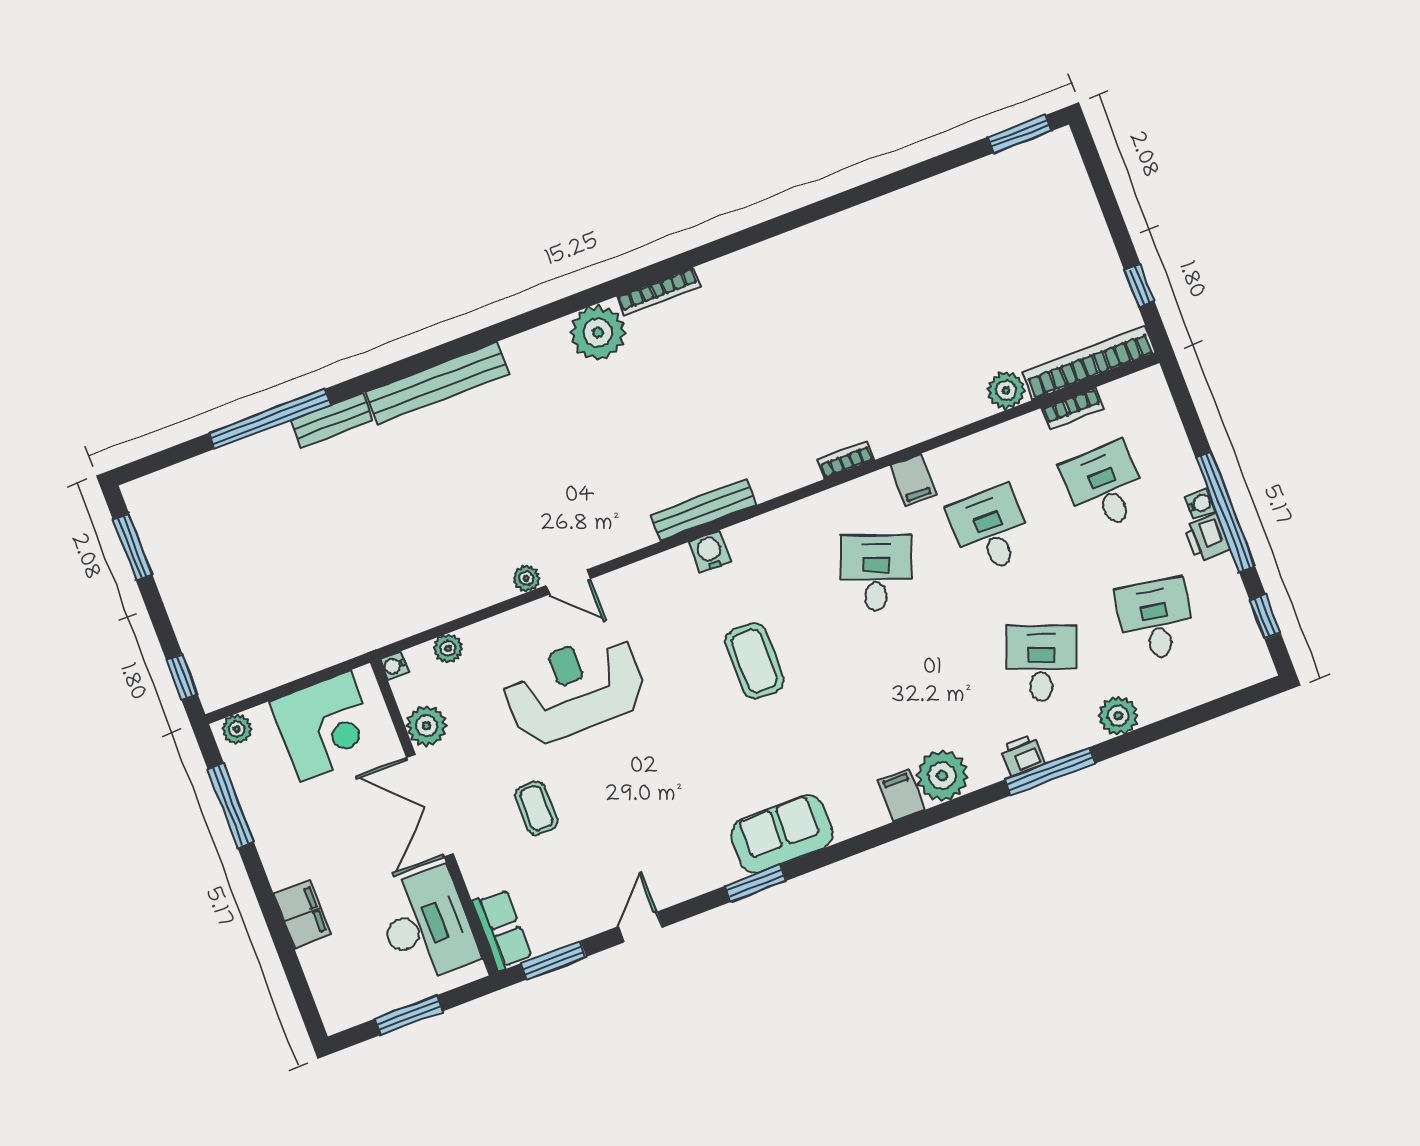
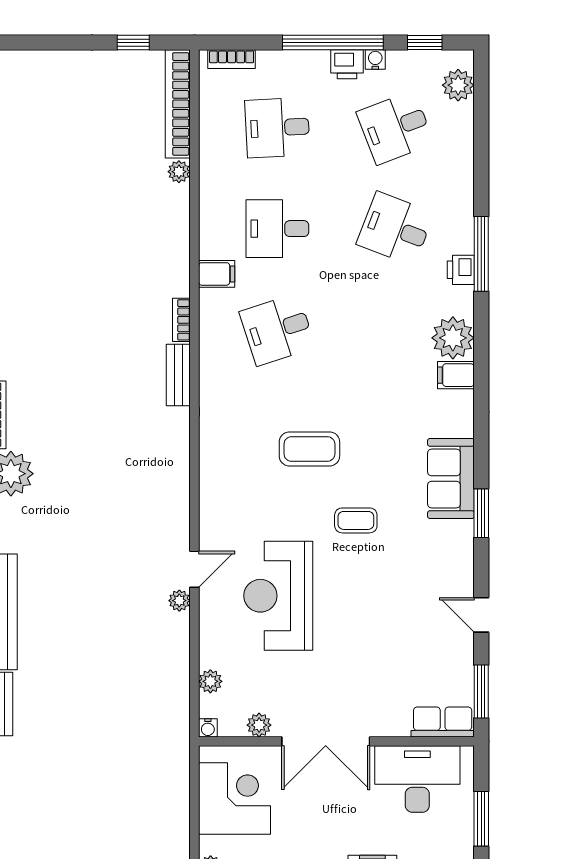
plant: (1006, 390) -> (179, 172), width x0.73, depth x0.73
bookcase: (1072, 408) -> (232, 59), moved, turned 90
water cooler: (1200, 504) -> (375, 59), moved
bench: (703, 510) -> (178, 375), moved, width x0.73
water cooler: (710, 552) -> (212, 451), removed
desk: (876, 573) -> (277, 330), turned -39
desk: (1156, 620) -> (395, 128), turned -30
plant: (1118, 715) -> (458, 85), moved
plant: (427, 726) -> (259, 725), width x0.73, depth x0.73
coffee table: (536, 808) -> (356, 520), moved

